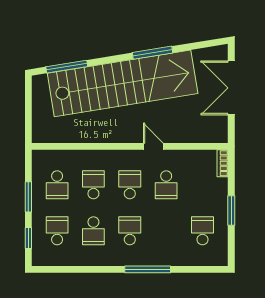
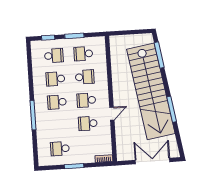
school desk: (130, 185) -> (86, 100), turned 180
school desk: (130, 231) -> (57, 102), turned 180
school desk: (203, 231) -> (60, 149), turned 180

